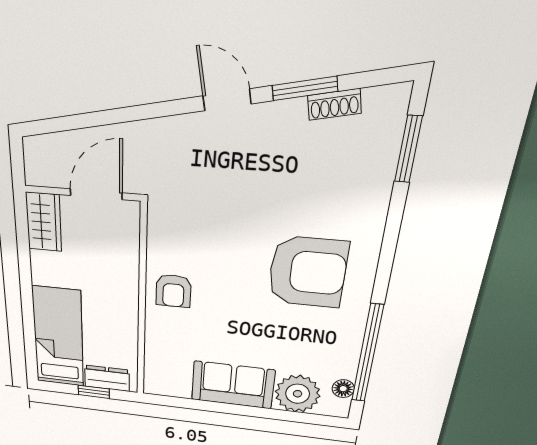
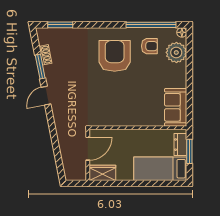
door: (96, 194) -> (88, 149), swing flipped
armchair: (173, 291) -> (149, 46), moved
sofa: (233, 385) -> (176, 107), moved
floor lamp: (343, 389) -> (182, 32), moved
window: (94, 392) -> (189, 151), width x1.50

